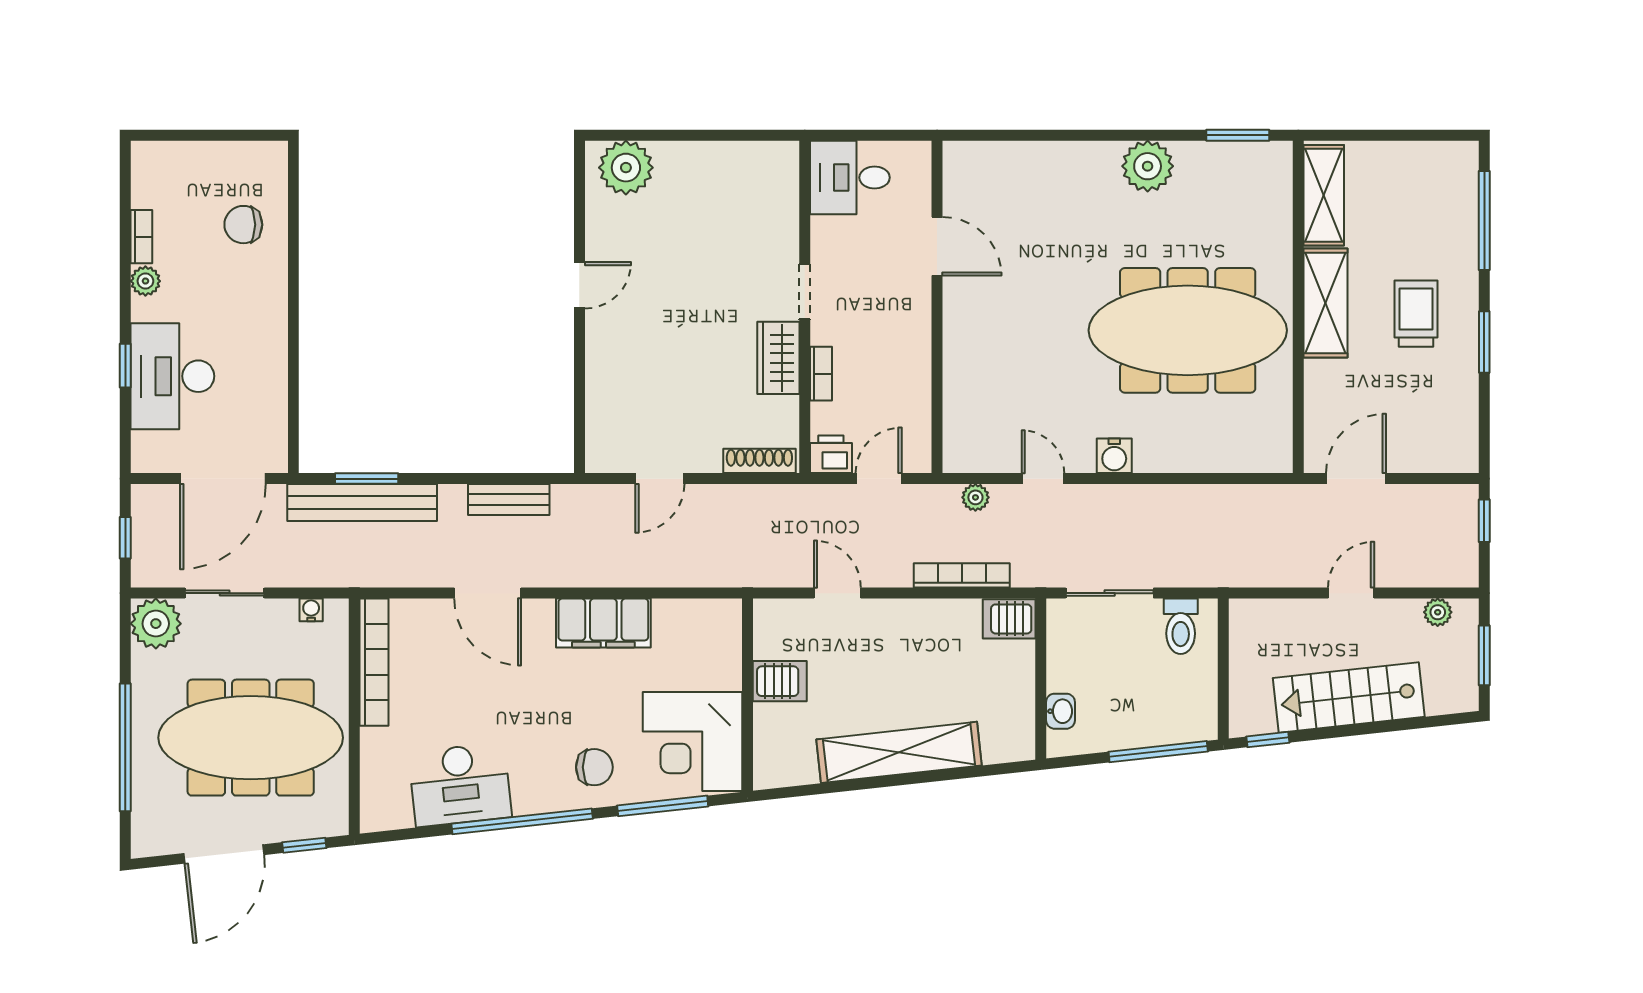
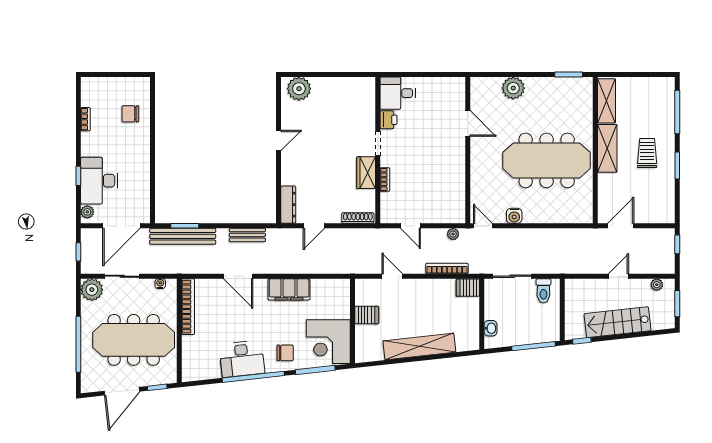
plant: (1148, 166) -> (513, 88), moved
door: (937, 246) -> (468, 123), moved
plant: (145, 281) -> (87, 212), moved
wall: (937, 307) -> (468, 150), moved
dresser: (601, 431) -> (288, 205), added
printer: (831, 454) -> (389, 120), moved, turned 90
door: (879, 479) -> (410, 226), swing flipped
desk: (460, 785) -> (242, 359), moved

